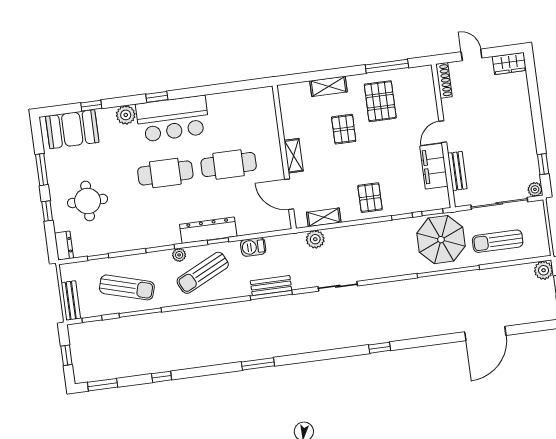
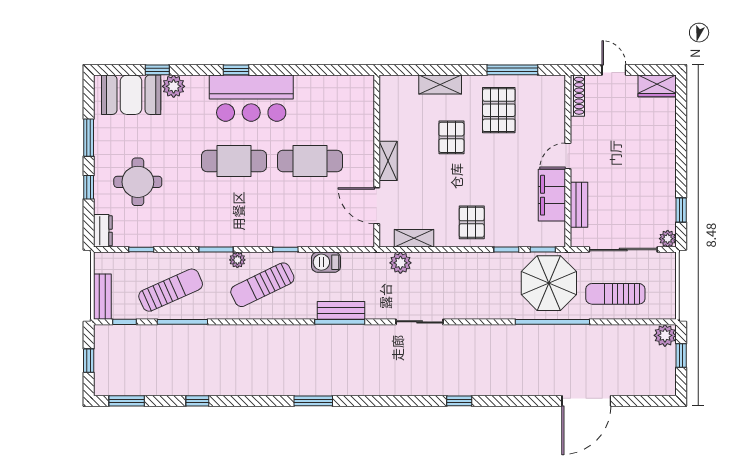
plant: (126, 115) -> (174, 86), moved
dresser: (208, 230) -> (276, 235), removed
sun lounger: (127, 287) -> (171, 290), turned -40

